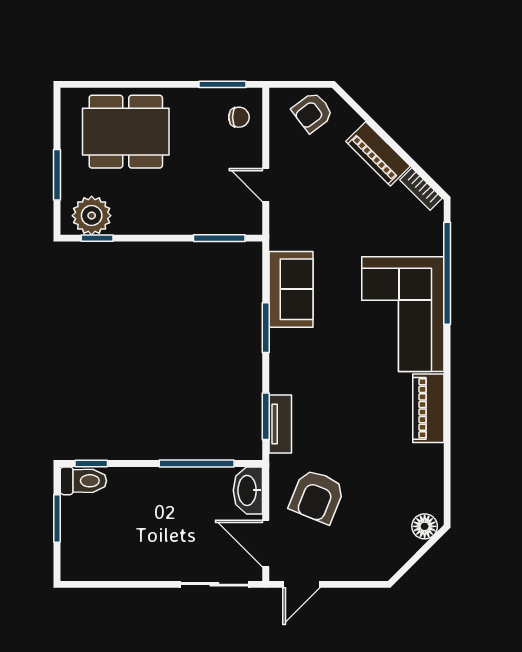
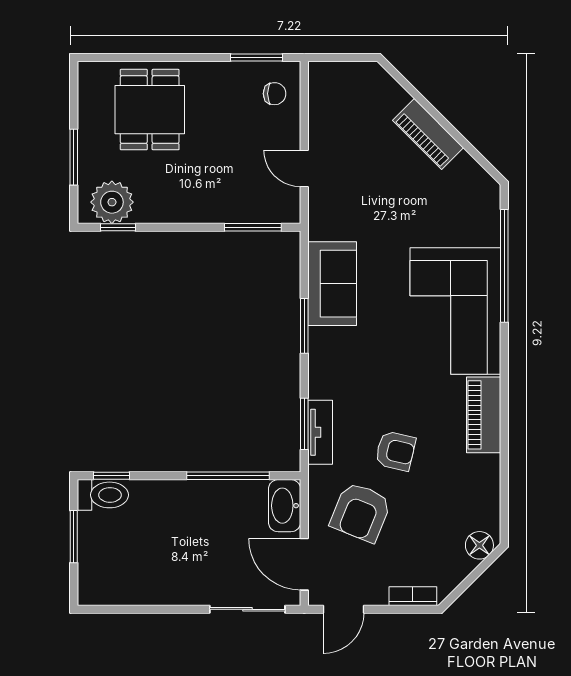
armchair: (312, 112) -> (395, 451), moved, turned -130
dining table: (126, 132) -> (150, 110), width x0.73
bookcase: (421, 189) -> (413, 596), moved, turned 135

